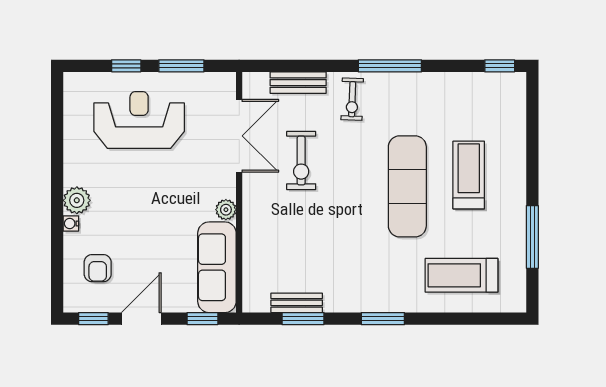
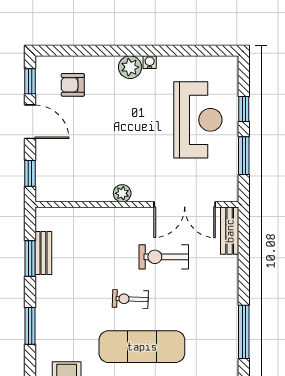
bench: (298, 83) -> (230, 231), moved
exercise bike: (352, 99) -> (130, 299), moved
water cooler: (71, 223) -> (150, 62), moved
sofa: (217, 267) -> (73, 186), removed

